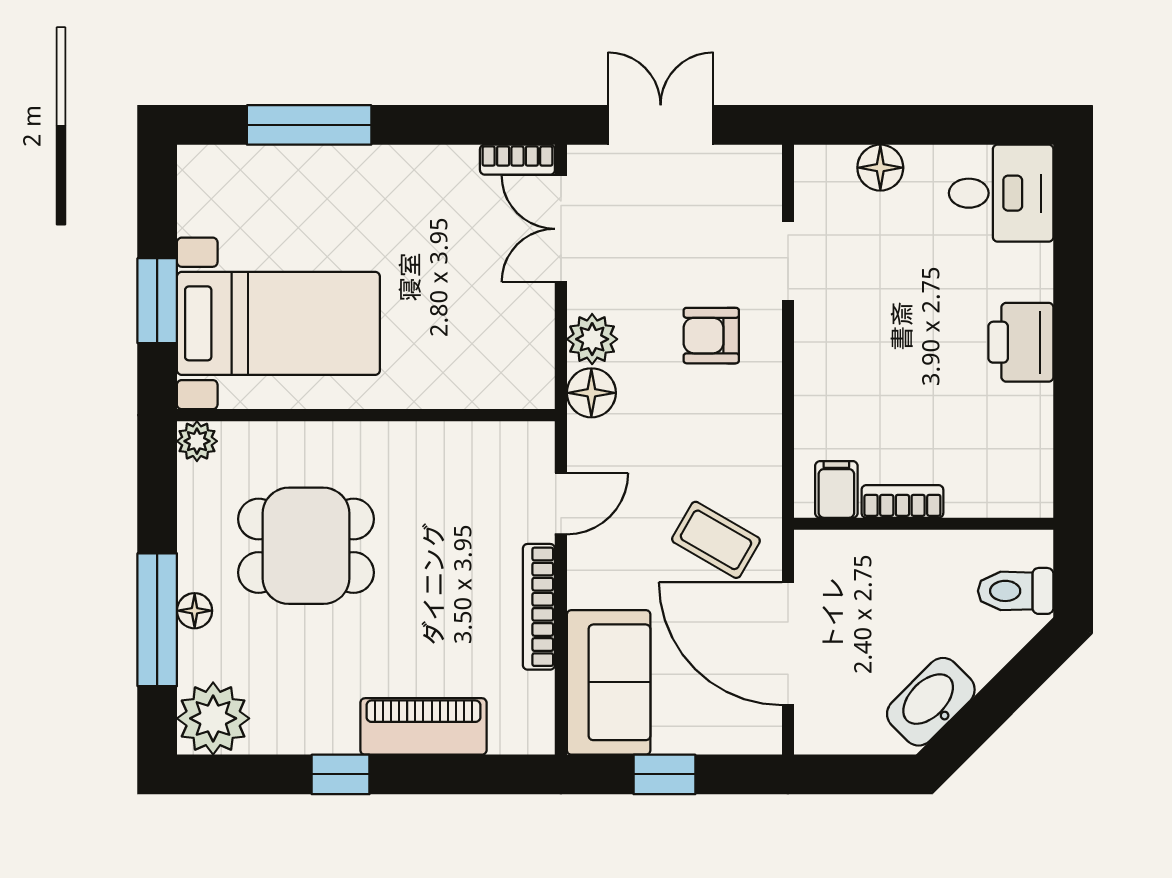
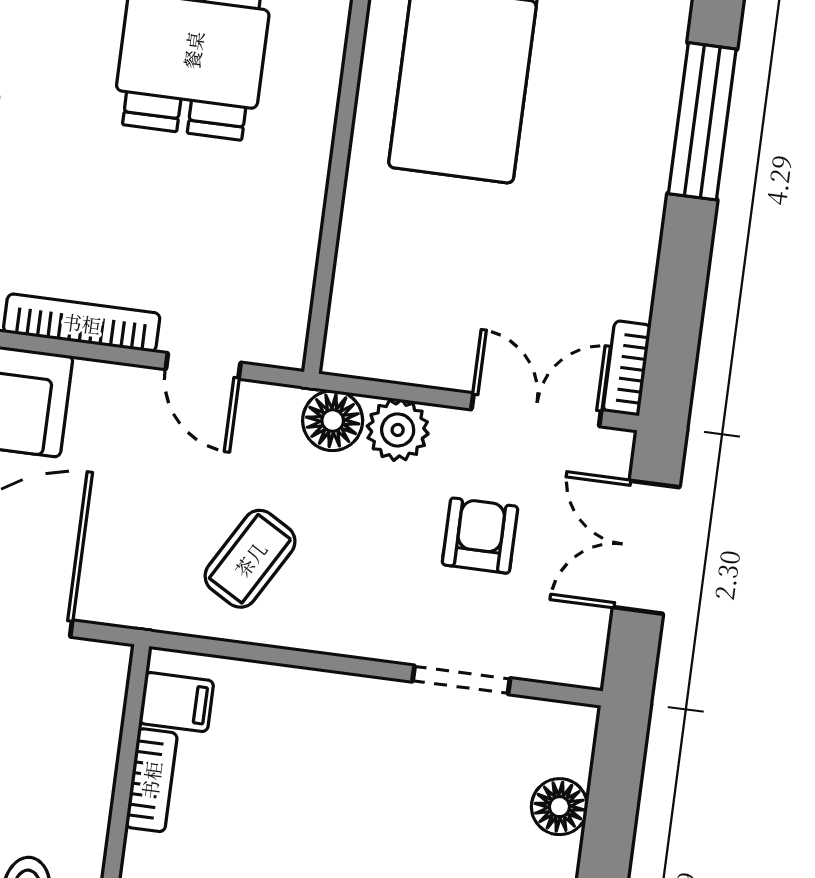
double door: (661, 125) -> (646, 547), swing flipped
armchair: (711, 336) -> (480, 536), moved
coffee table: (716, 540) -> (250, 559), moved

